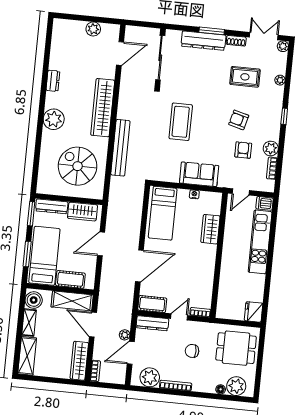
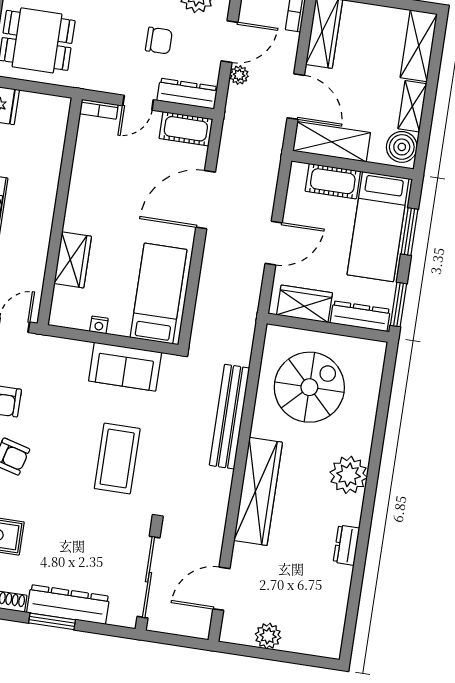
spiral stairs: (78, 166) -> (309, 387), turned -90
sofa: (199, 174) -> (125, 367), moved
chair: (192, 351) -> (159, 41), moved

